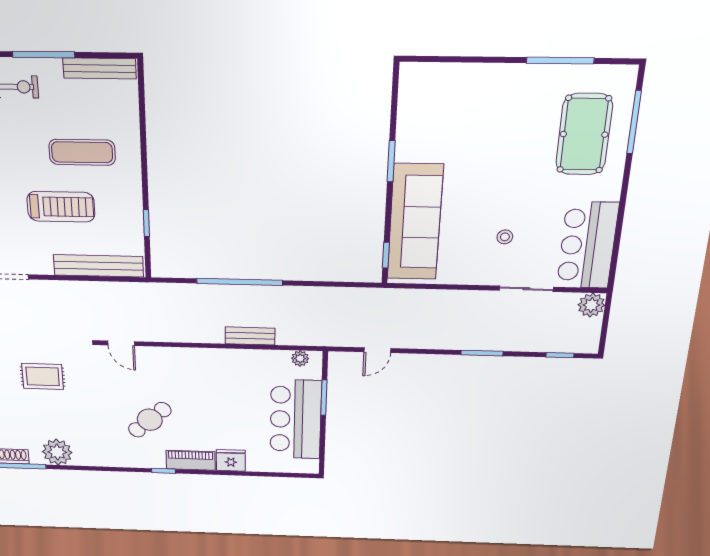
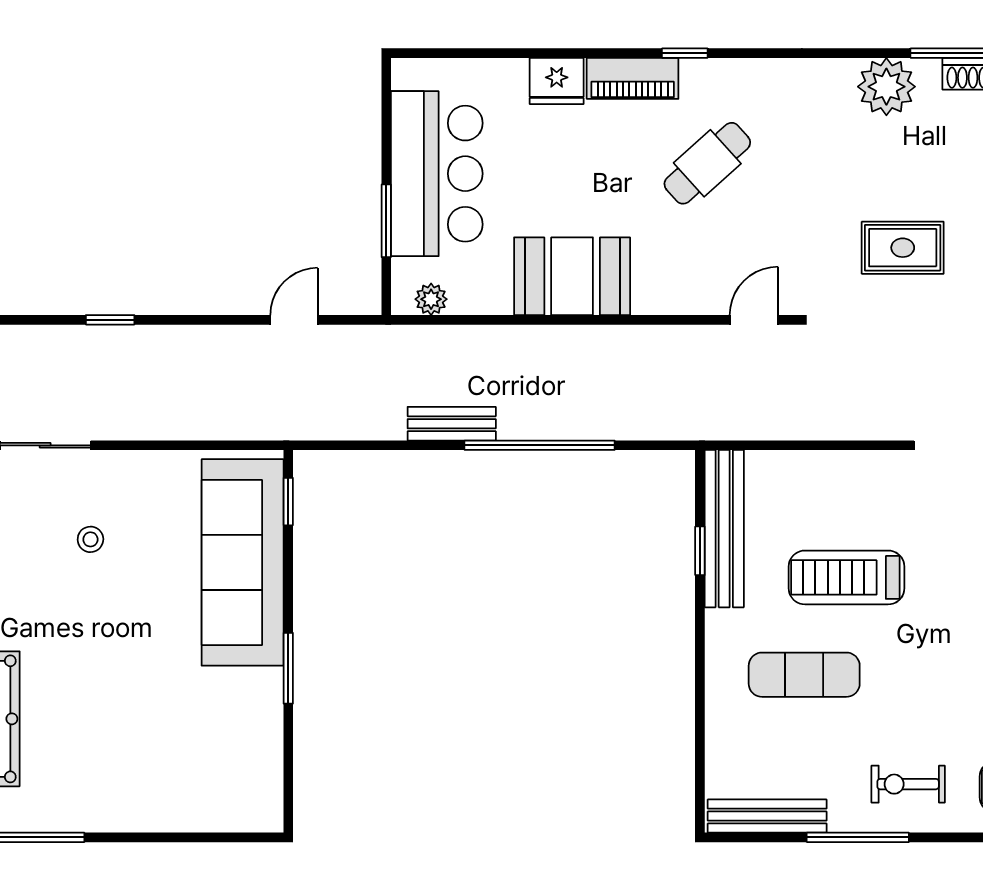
bench: (98, 266) -> (724, 529), moved, turned 90
bench: (250, 336) -> (452, 424), moved
door: (121, 343) -> (754, 320), hinge flipped
window: (482, 353) -> (110, 320), width x0.67
booth: (222, 368) -> (572, 276), added

